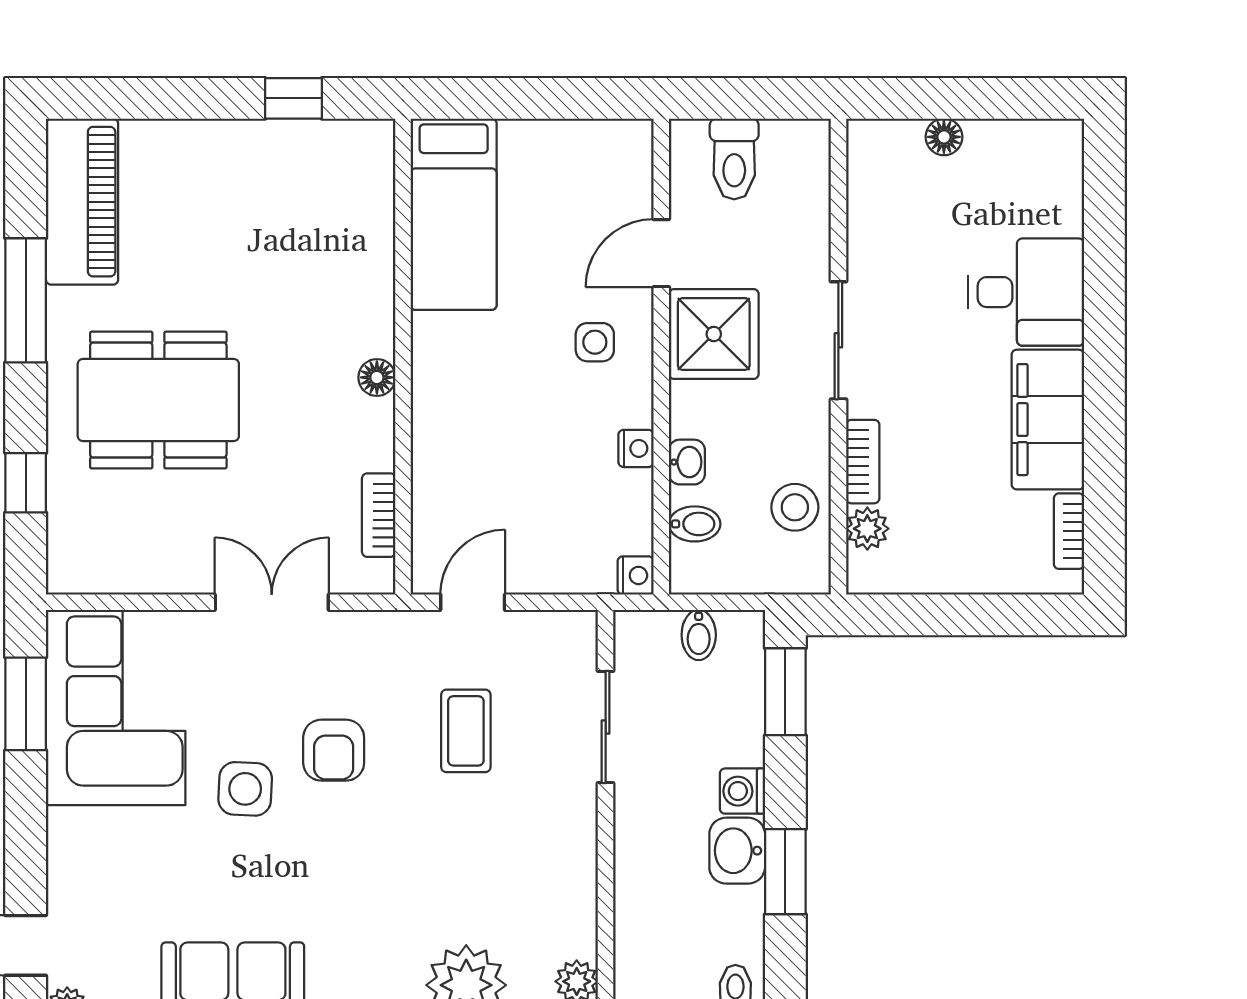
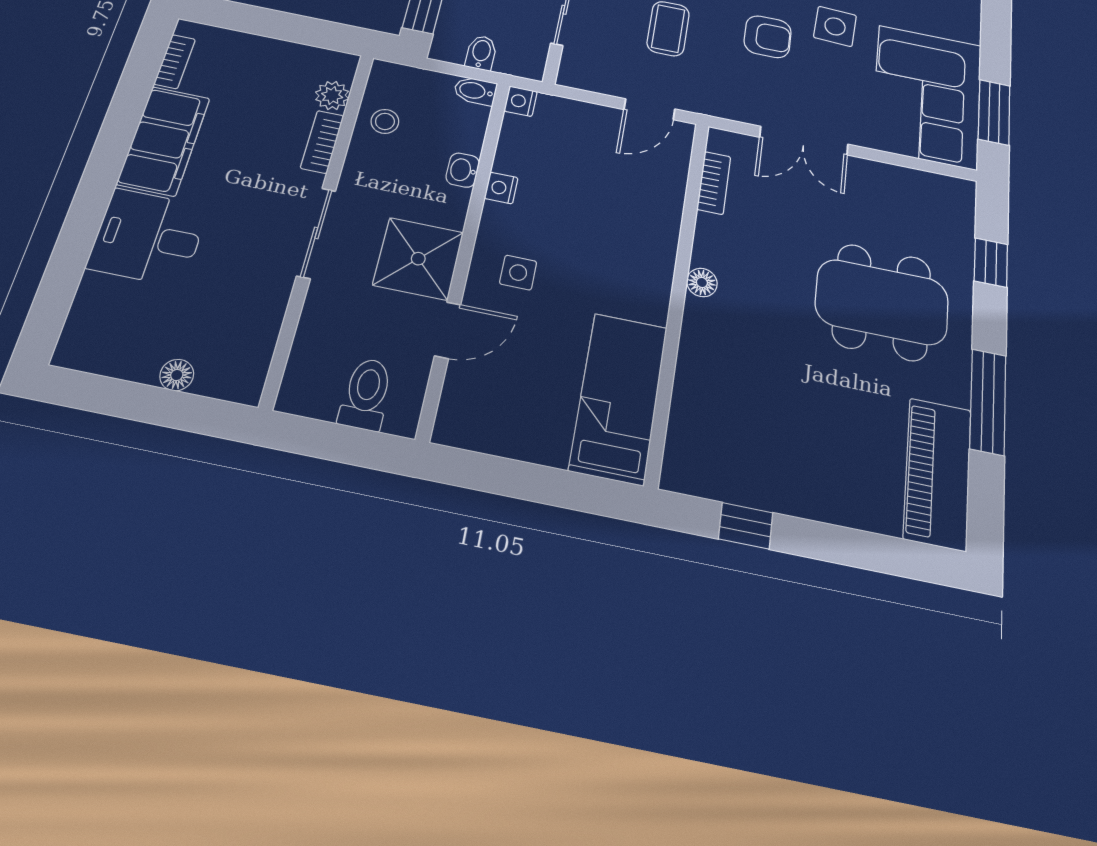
stool: (795, 507) -> (385, 121), width x0.73, depth x0.73
bidet: (695, 524) -> (475, 91), moved
armchair: (334, 750) -> (768, 37), turned 90

